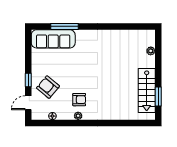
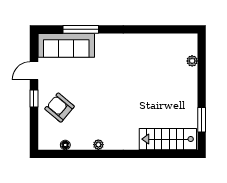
stairs: (147, 90) -> (168, 139), moved, turned 90
armchair: (79, 100) -> (100, 124), removed
door: (28, 103) -> (34, 71), moved

